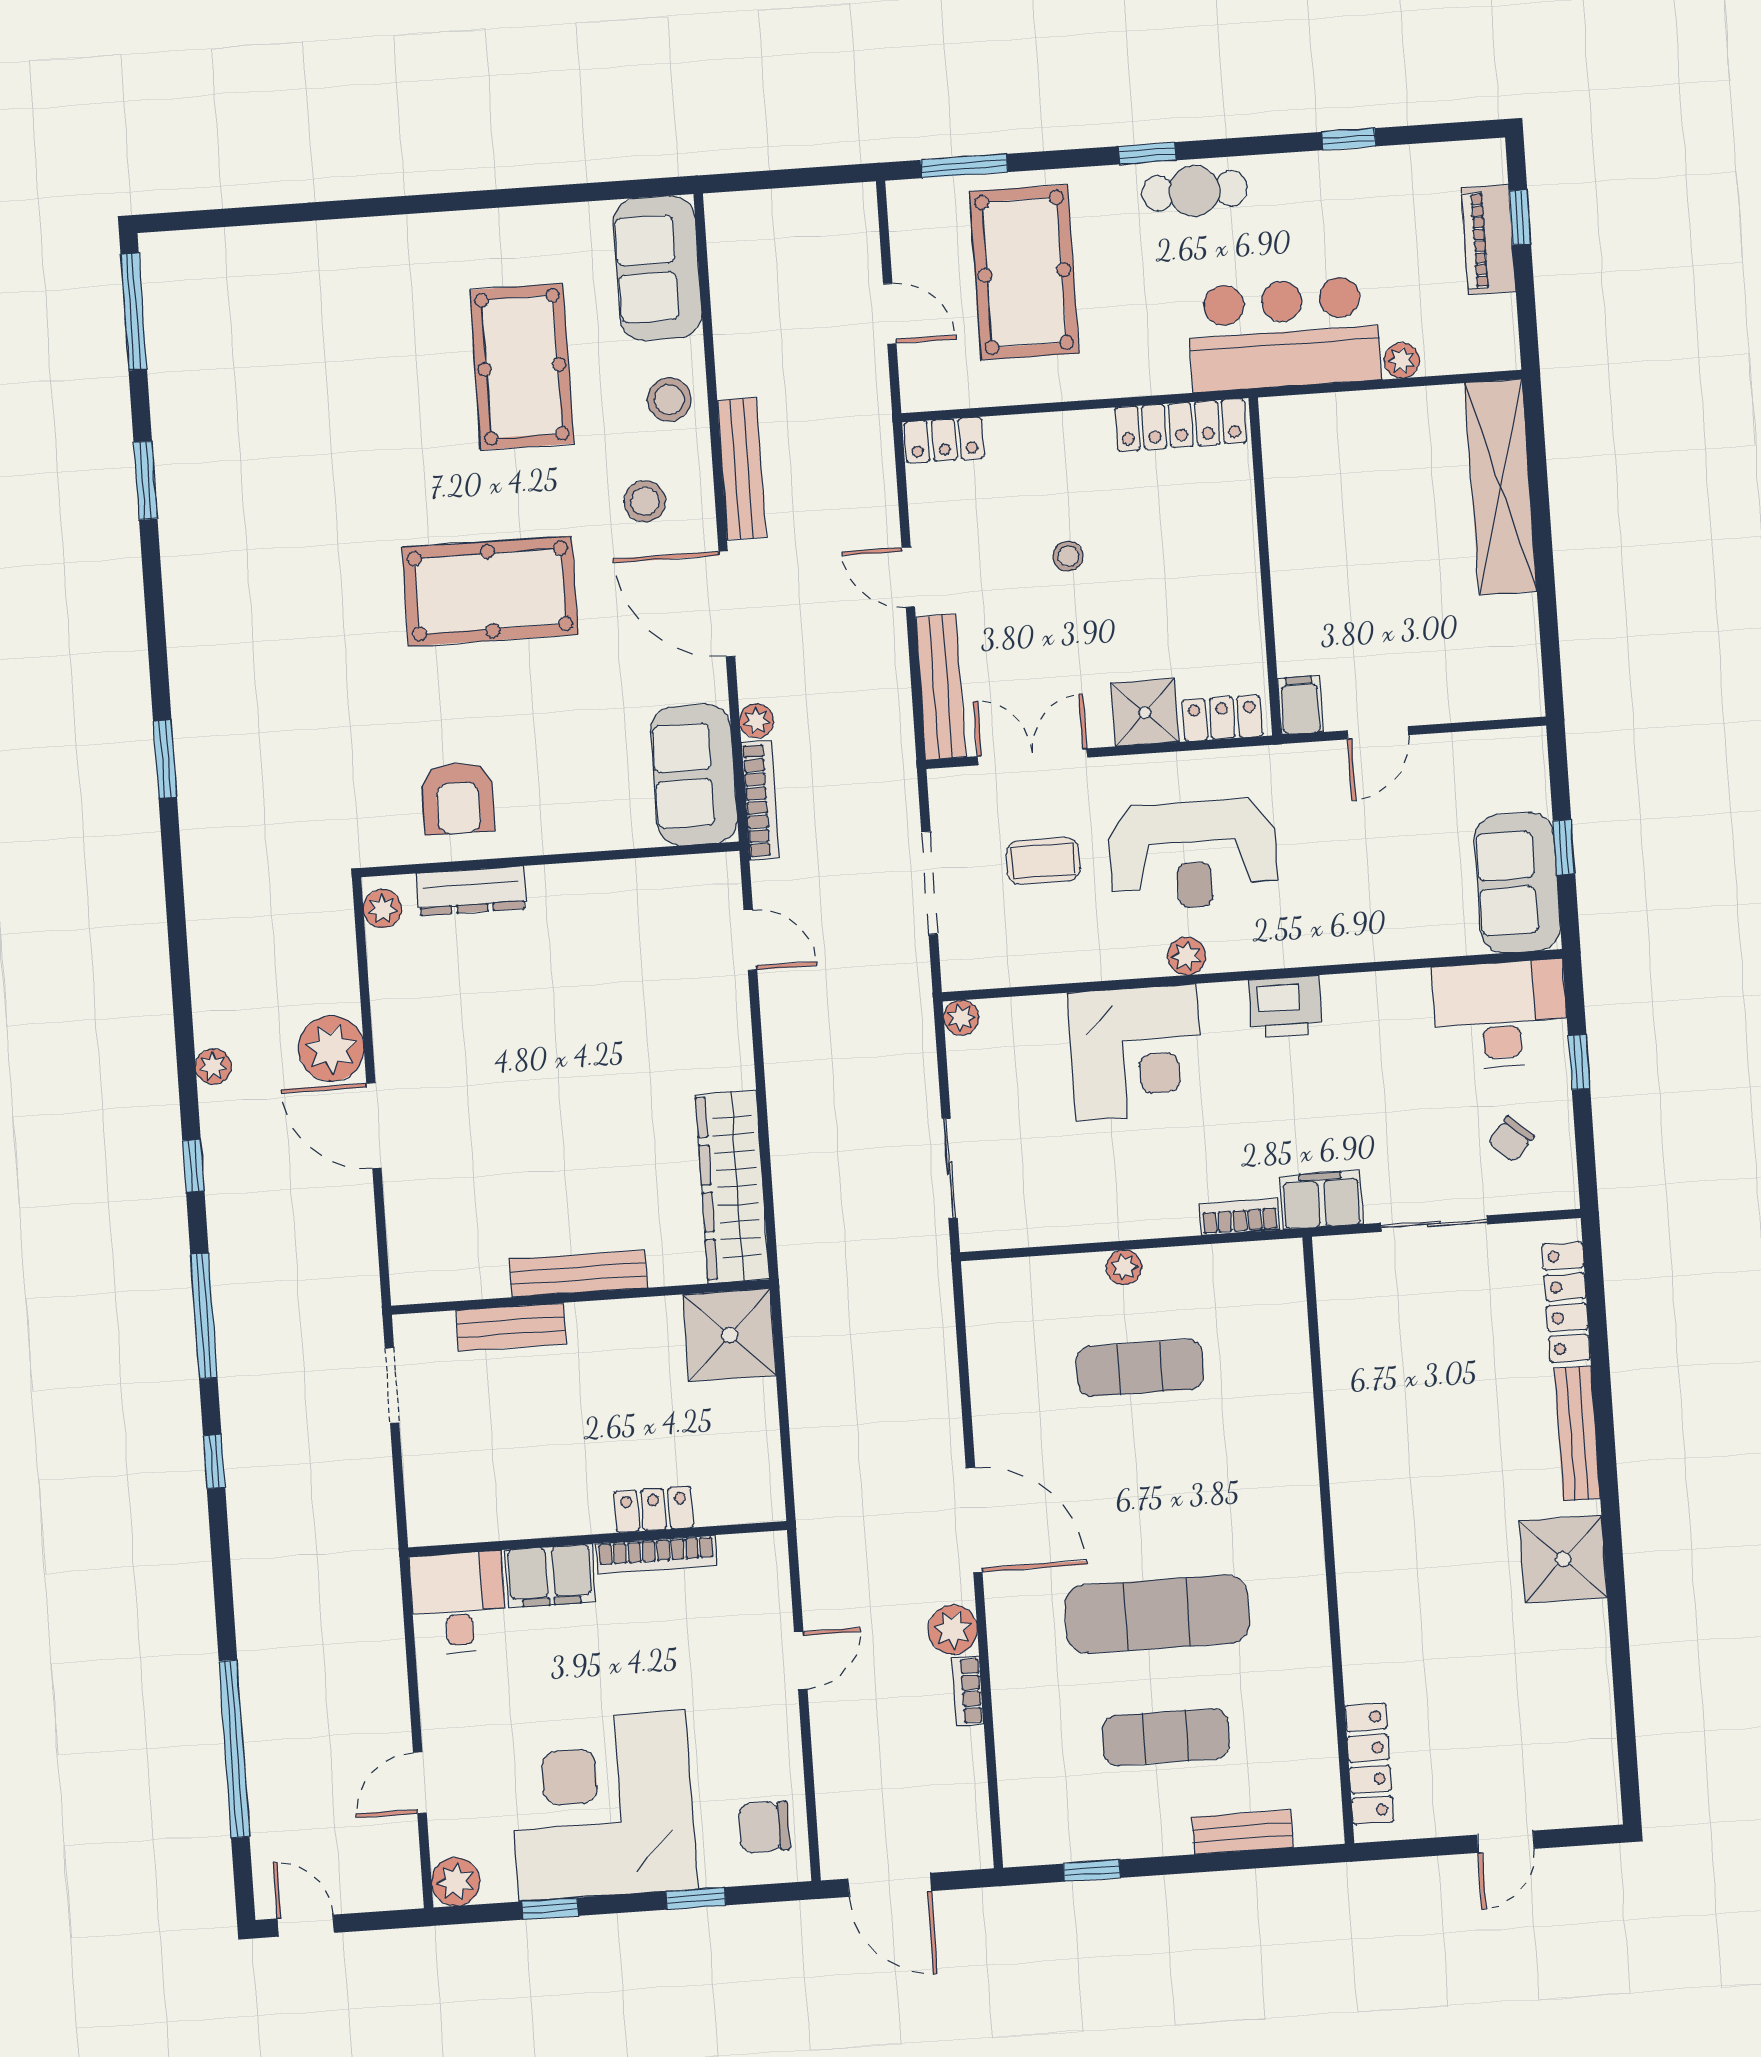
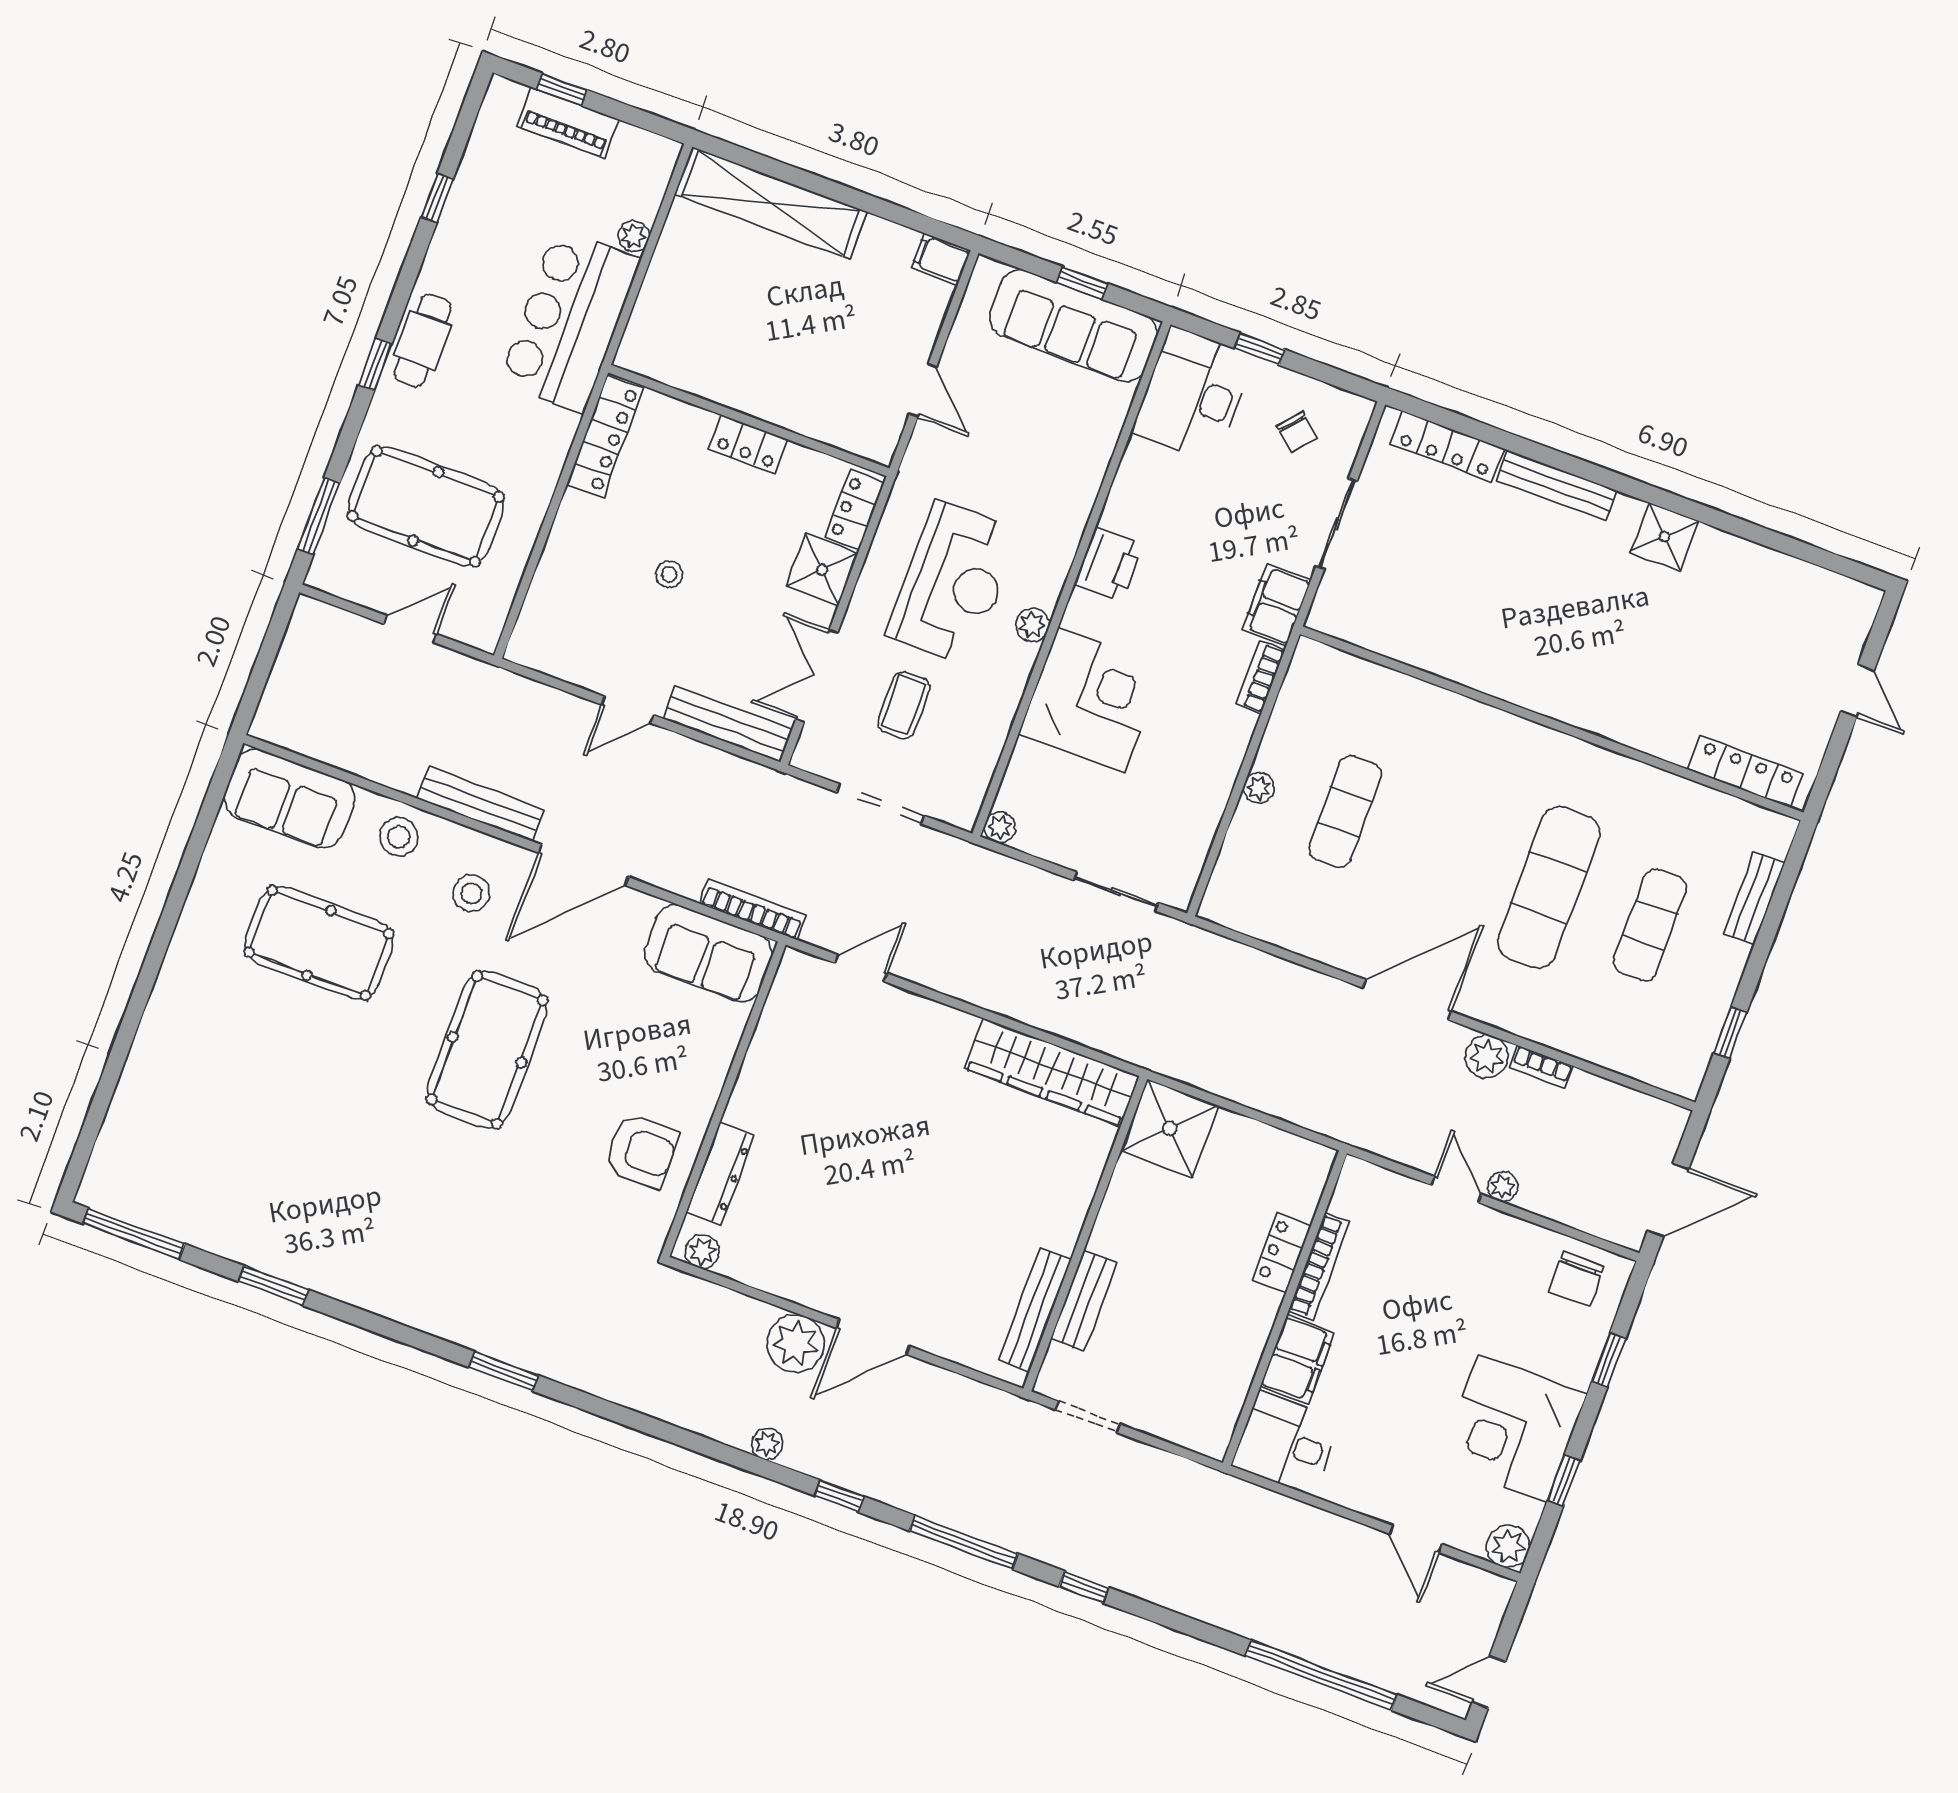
locker: (944, 440) -> (748, 444), moved, turned 90
filing cabinet: (1300, 705) -> (941, 259), moved
plant: (757, 721) -> (1503, 1187), moved
sofa: (1517, 883) -> (1073, 326), width x1.36
bench: (578, 1274) -> (1035, 1310), moved
shower: (1563, 1559) -> (1665, 536), width x0.73, depth x0.73
corner desk: (602, 1806) -> (1513, 1428), width x0.74, depth x0.74

